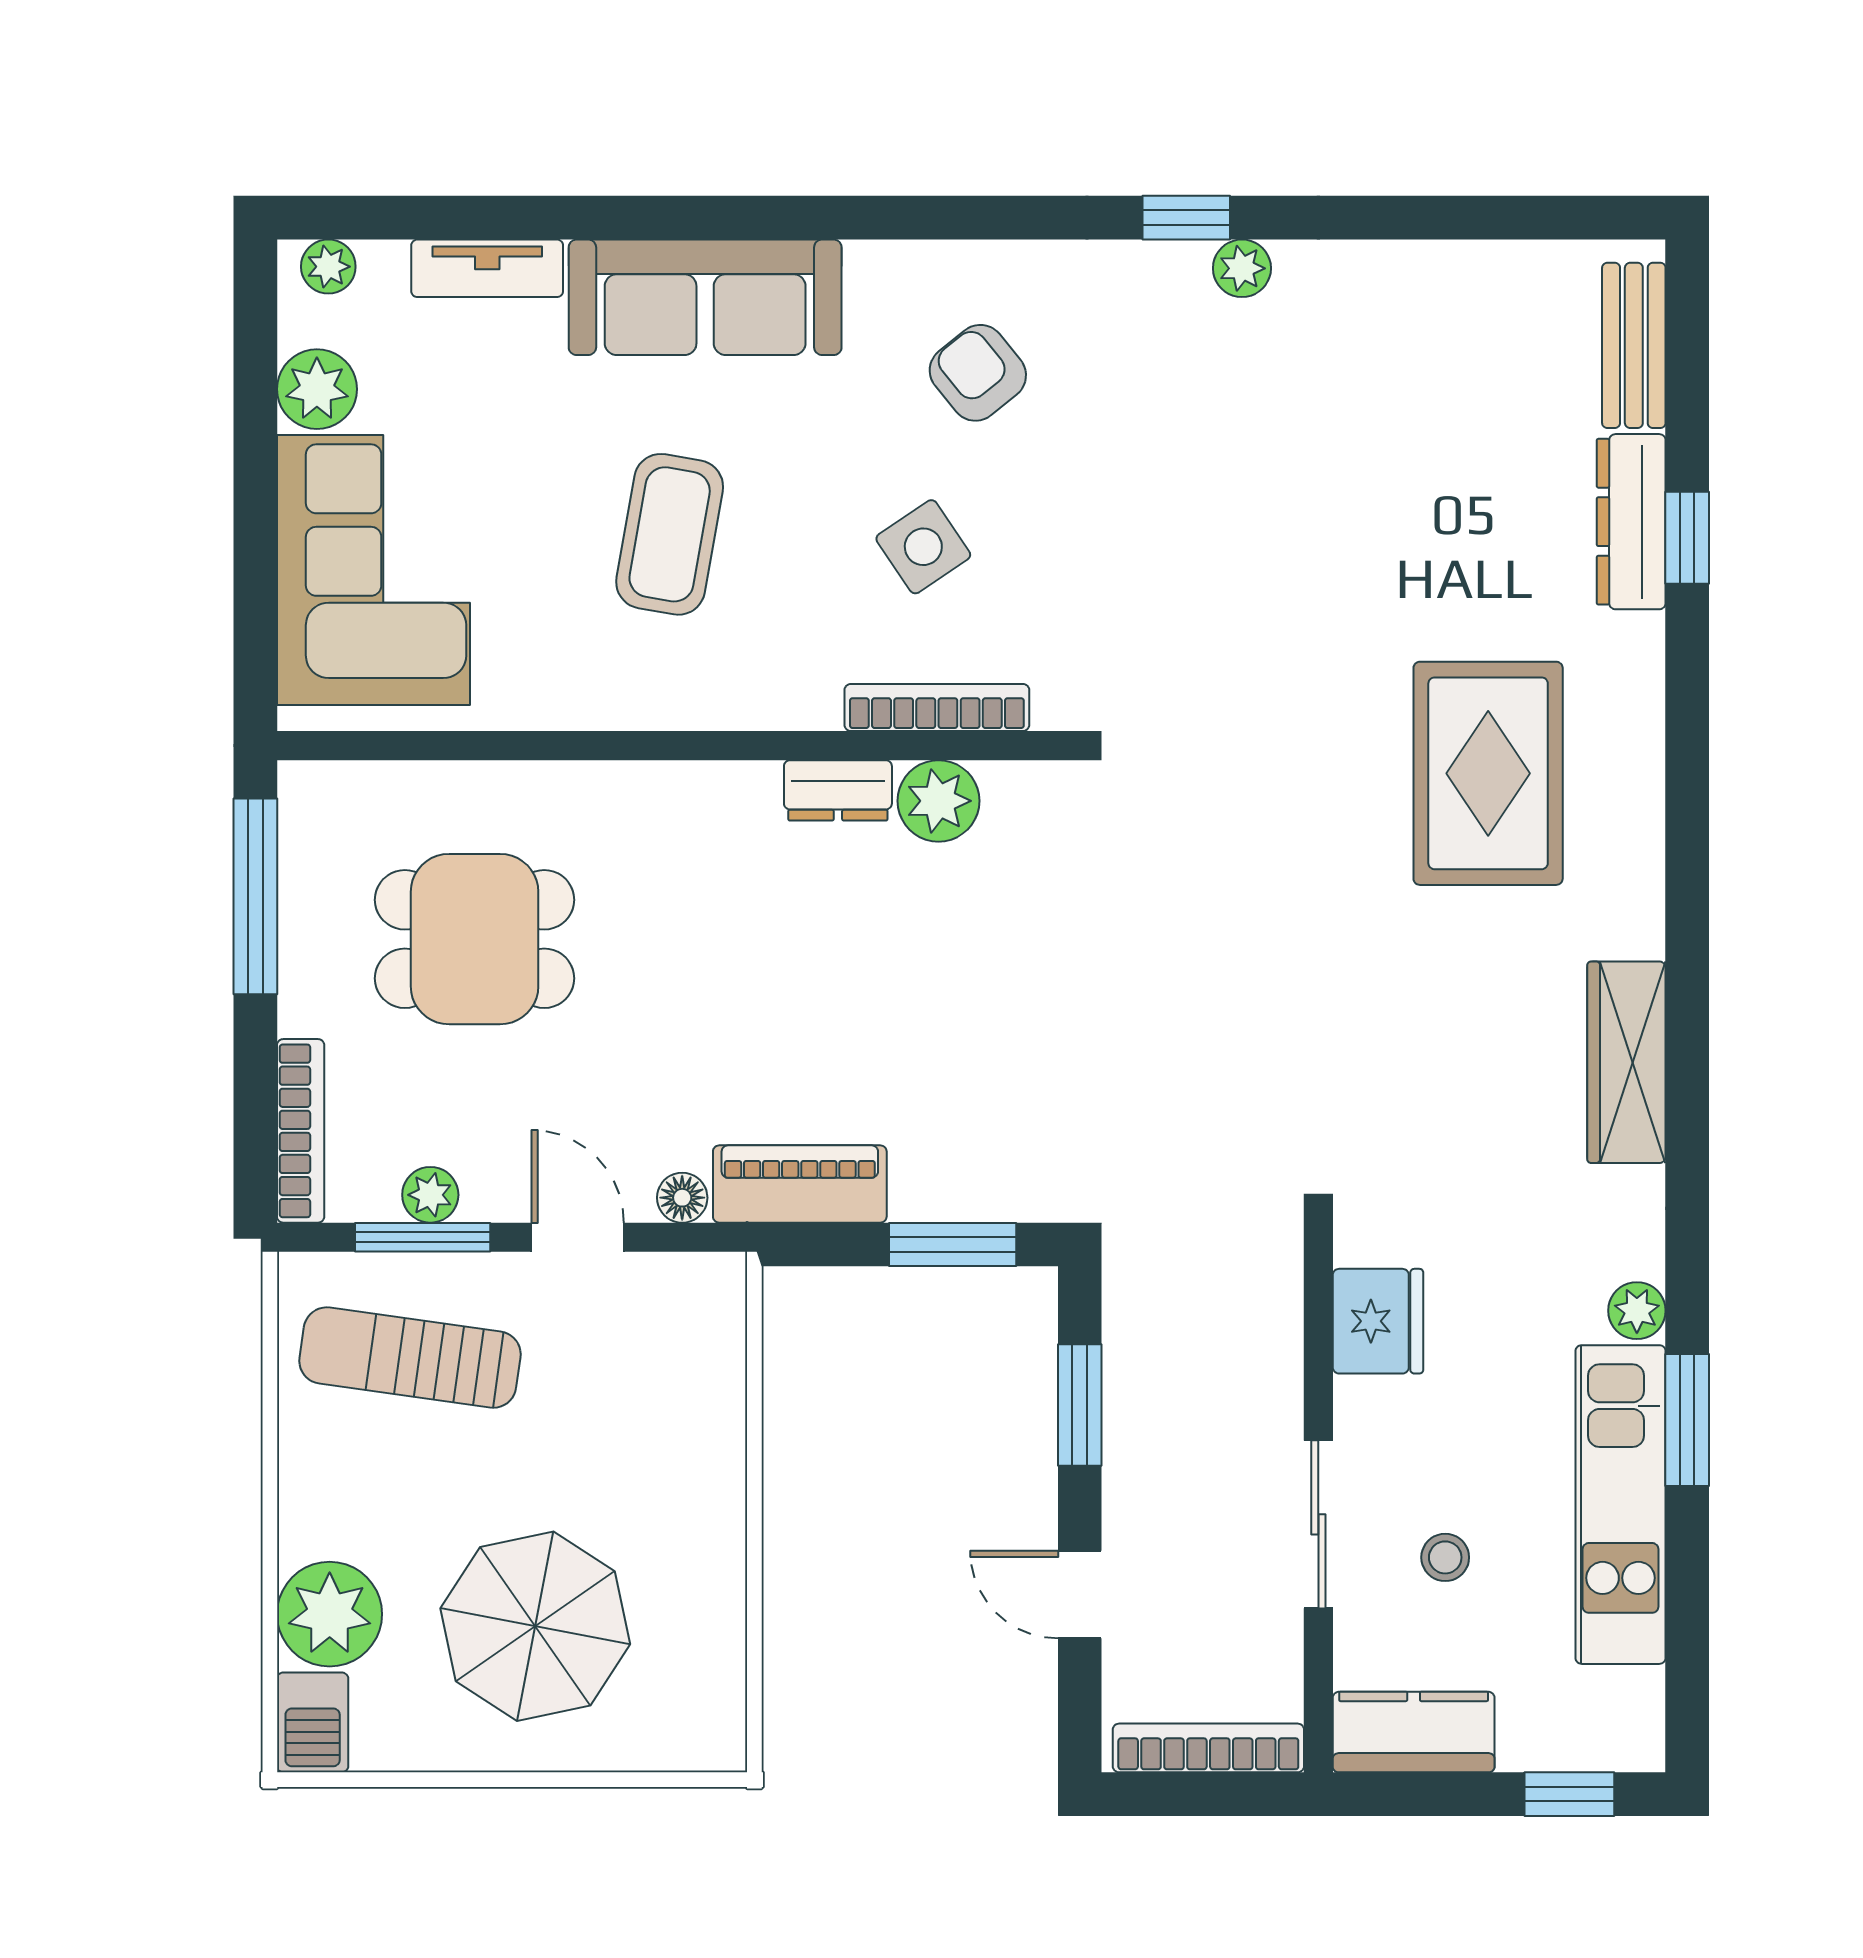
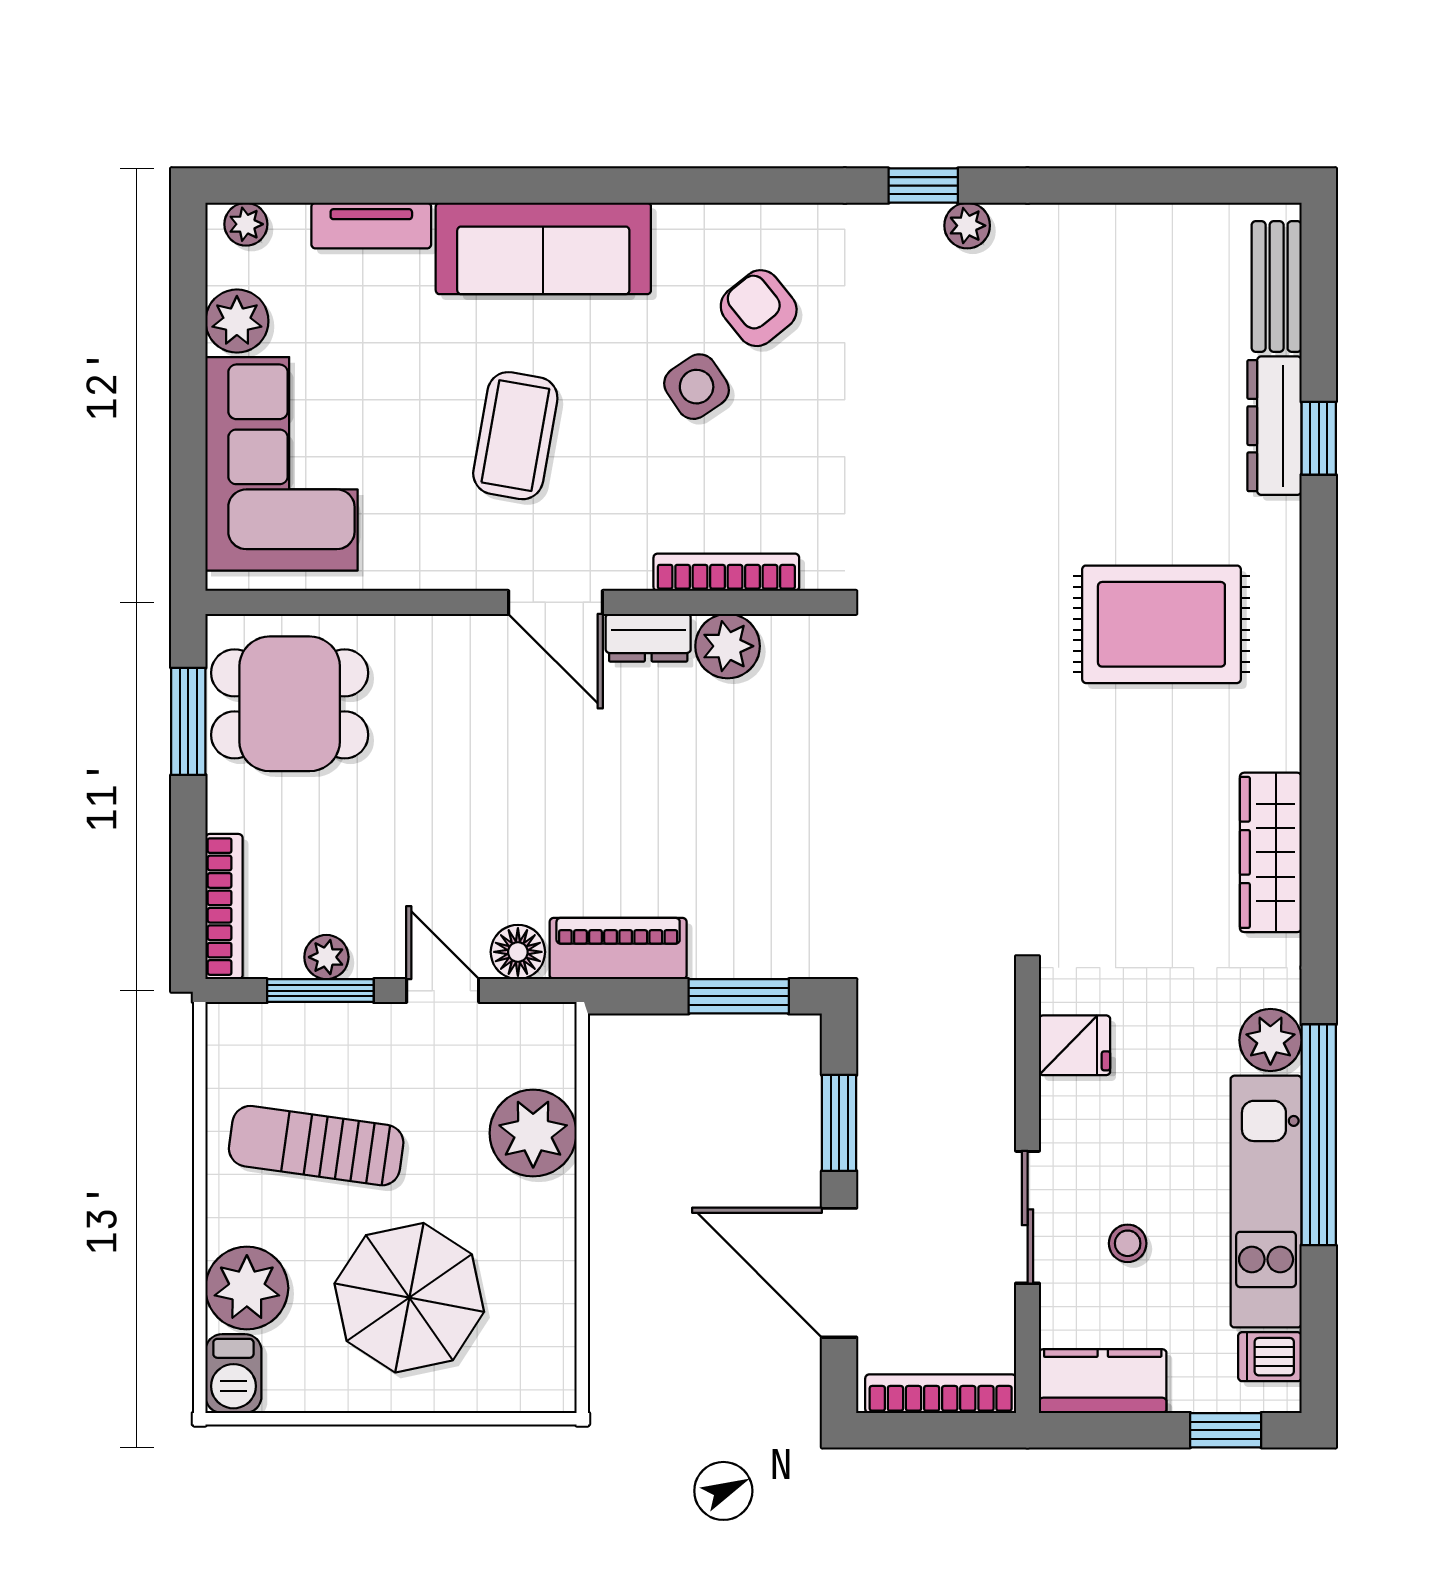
side table: (923, 547) -> (697, 387), moved
door: (721, 746) -> (556, 602), added
rug: (1488, 773) -> (1161, 624), turned 90
window: (255, 896) -> (188, 721), width x0.69
dining table: (475, 939) -> (290, 704), moved
floor lamp: (682, 1198) -> (518, 952), width x1.37, depth x1.37
plant: (1637, 1311) -> (1270, 1040), width x1.38, depth x1.38
fridge: (1378, 1321) -> (1075, 1045), width x0.72
sun lounger: (410, 1358) -> (316, 1146), moved
plant: (692, 1418) -> (533, 1133), added
window: (1687, 1420) -> (1319, 1135), width x2.11
door: (1080, 1595) -> (839, 1273), width x1.87
dishwasher: (1625, 1701) -> (1270, 1357), added

